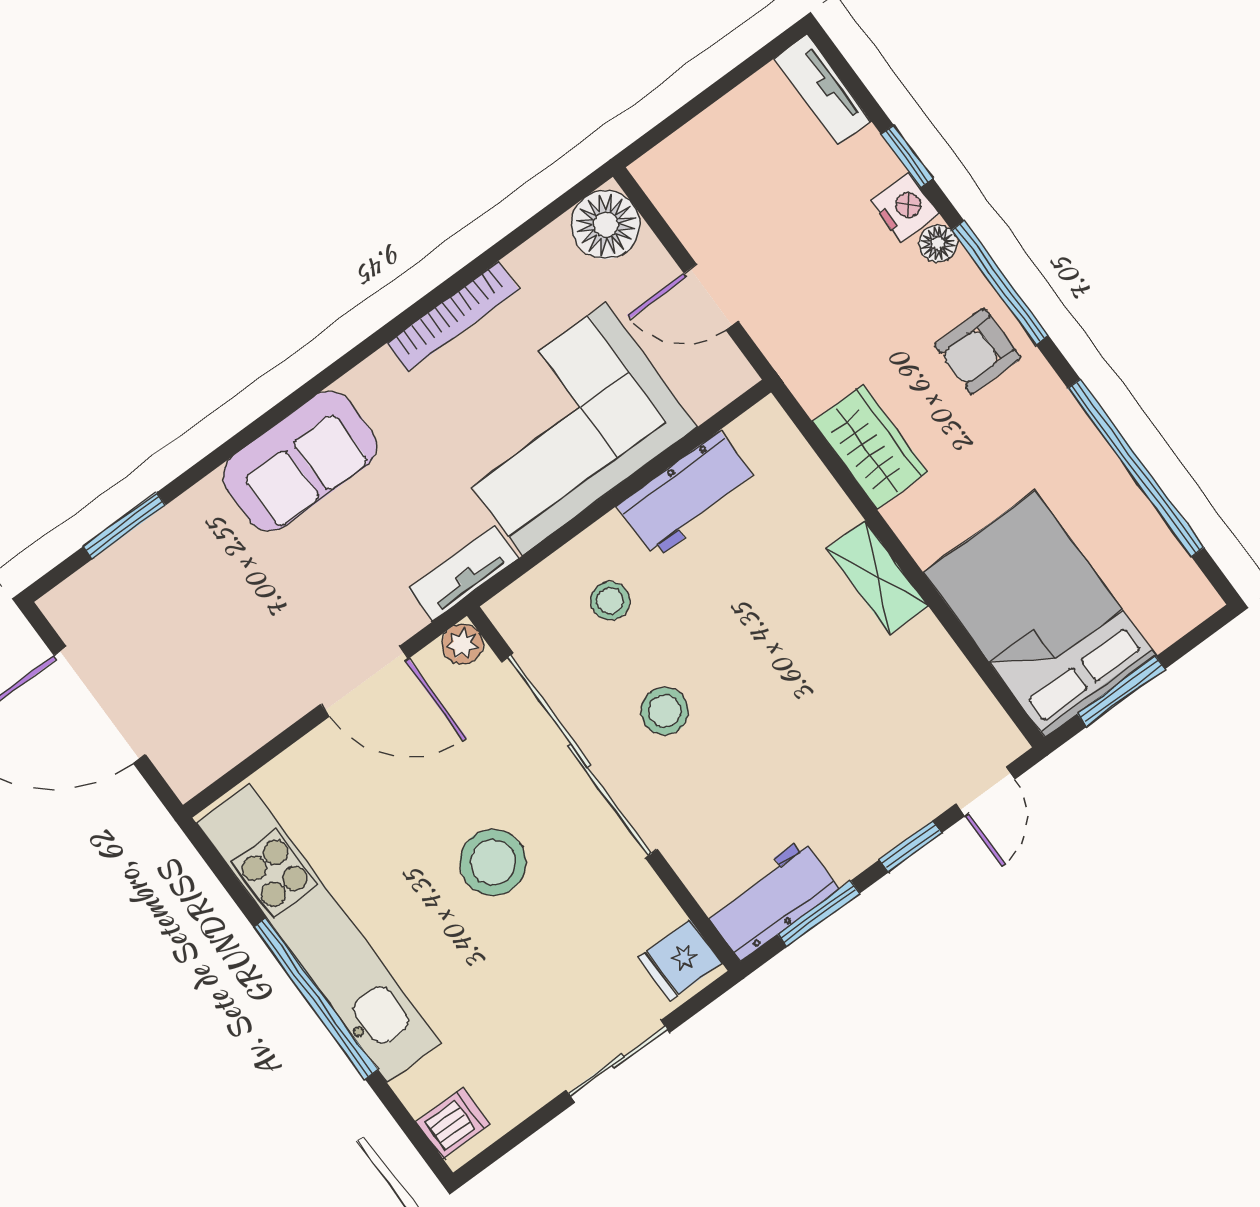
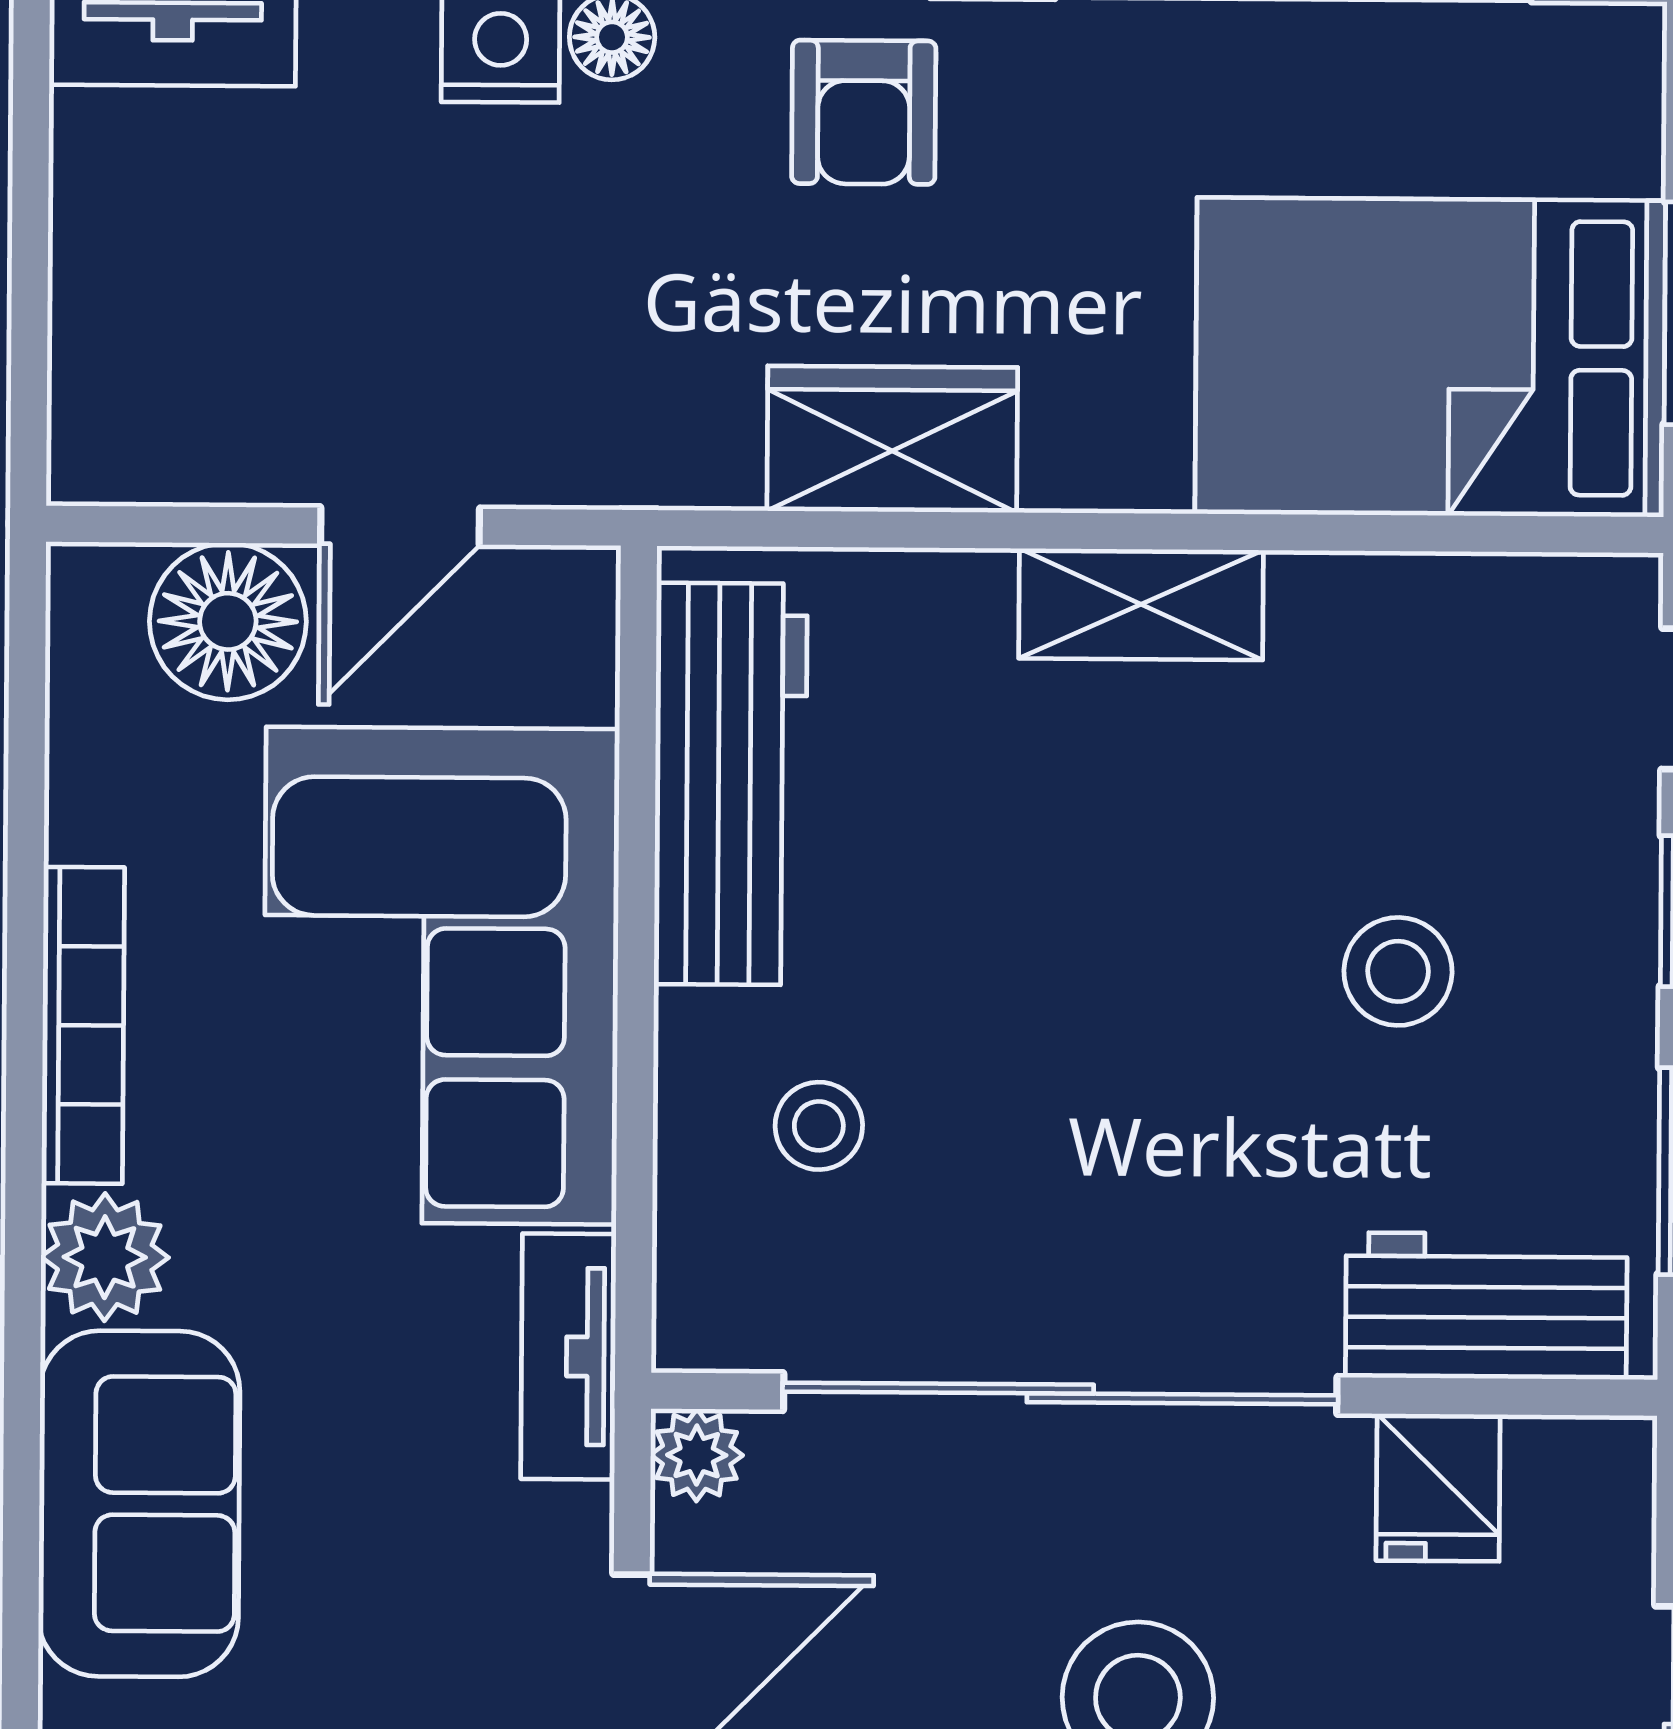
floor lamp: (606, 225) -> (228, 621), moved
plant: (377, 385) -> (105, 1257), added
workbench: (688, 495) -> (731, 784), width x1.38
stool: (665, 711) -> (1398, 971), moved
workbench: (771, 900) -> (1486, 1306), moved, turned 90
fridge: (680, 960) -> (1438, 1488), moved

